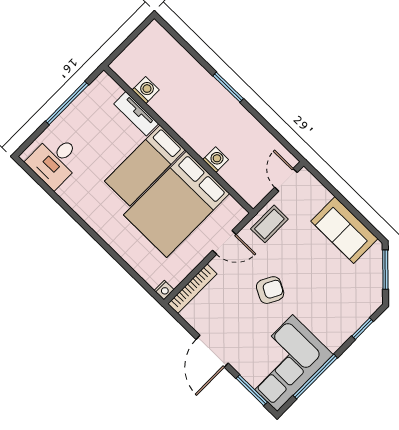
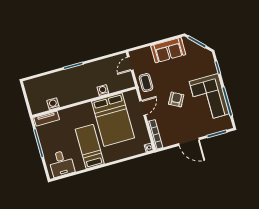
tv unit: (136, 114) -> (47, 119), moved
bed: (145, 165) -> (90, 147), moved, turned 180
door: (286, 180) -> (130, 64), hinge flipped
corner sofa: (285, 363) -> (209, 98), moved

